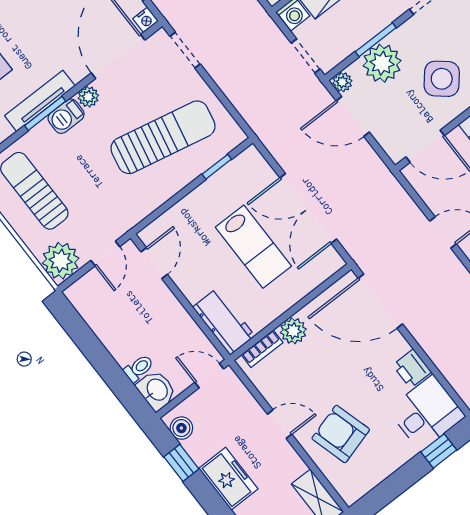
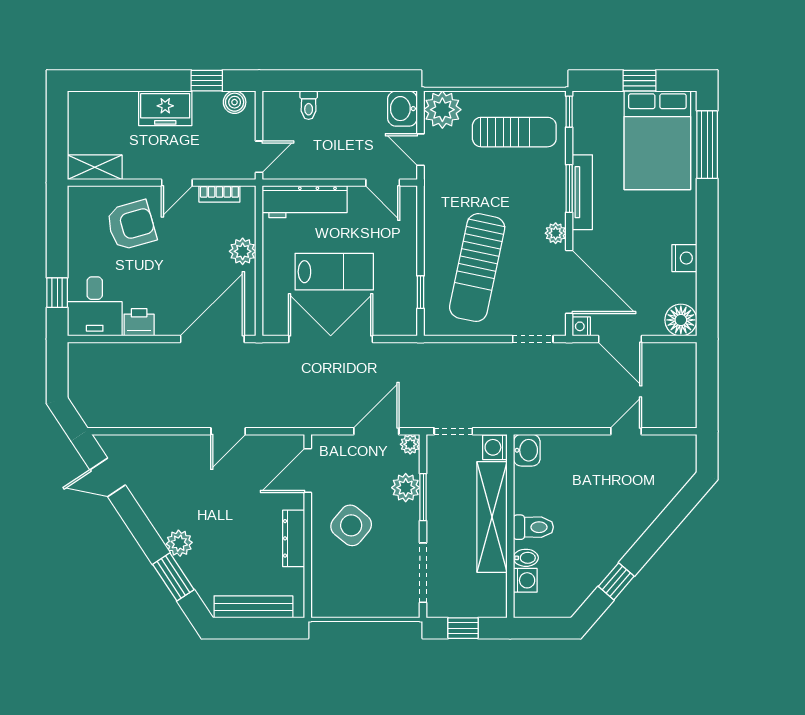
plant: (382, 63) -> (406, 488), width x0.73, depth x0.73
barbecue: (66, 116) -> (554, 203), removed
lab bench: (253, 247) -> (334, 272), turned 180
workbench: (224, 322) -> (305, 202), width x1.38
bookcase: (262, 349) -> (219, 194), moved, turned -90
washbasin: (157, 390) -> (402, 109), moved, turned 90

